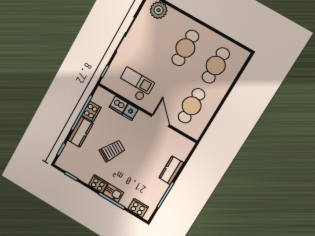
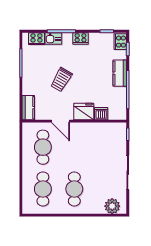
checkout: (135, 85) -> (97, 138), removed
cooker: (91, 112) -> (120, 42), moved
fridge: (130, 112) -> (84, 111), width x1.88, depth x1.34
trolley: (112, 151) -> (61, 80), moved
kitchen counter: (171, 170) -> (28, 108), moved
kitchen sink: (113, 193) -> (53, 39), moved

